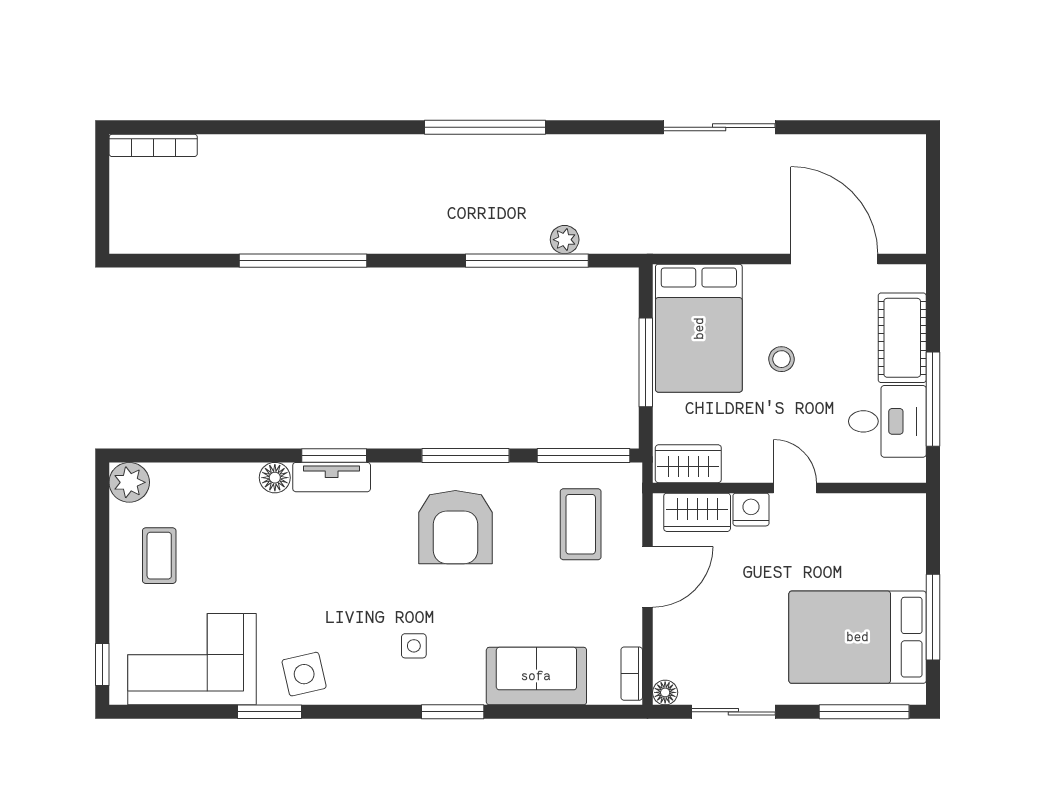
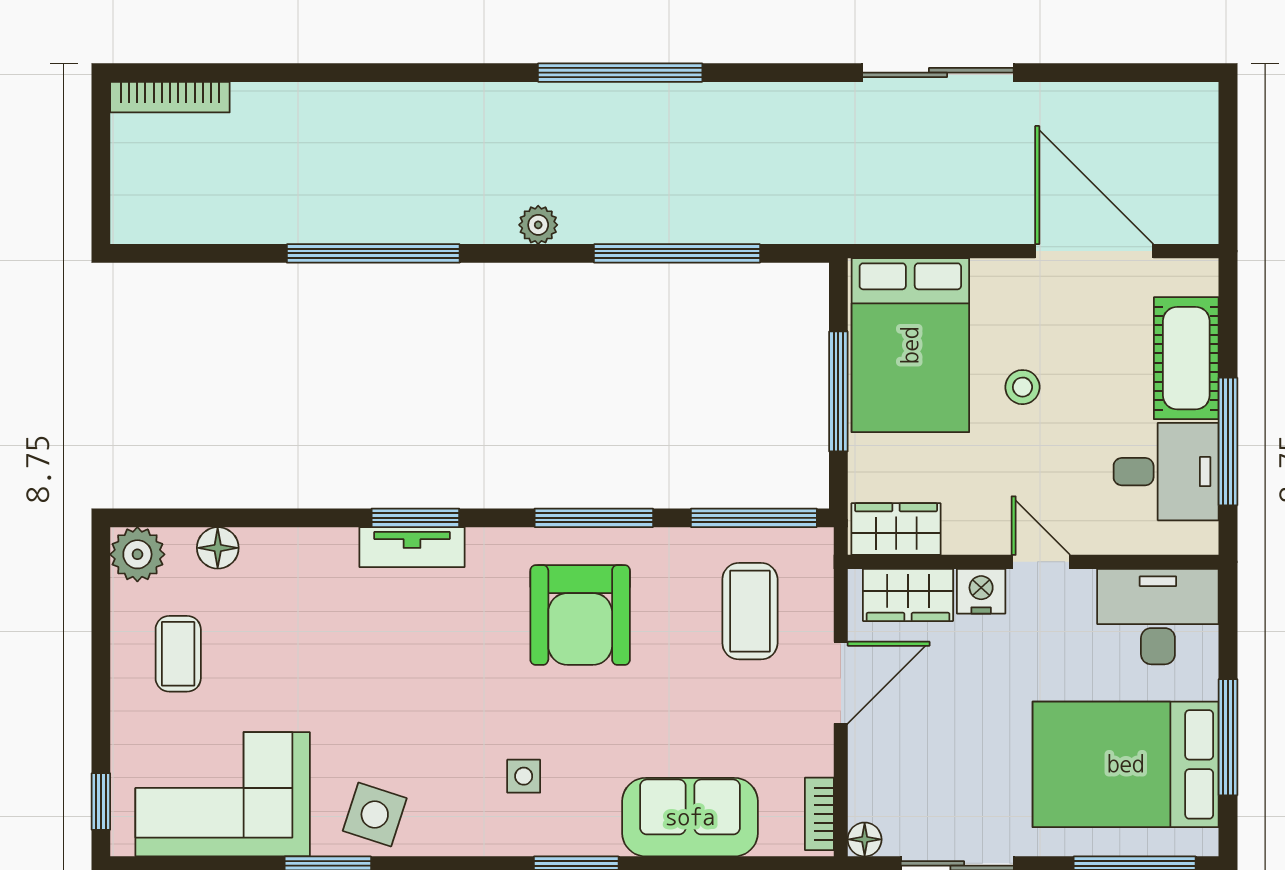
plant: (565, 240) -> (538, 225), moved
floor lamp: (275, 478) -> (218, 548), moved
desk: (881, 528) -> (1158, 617), added
side table: (304, 674) -> (375, 814), turned 31

